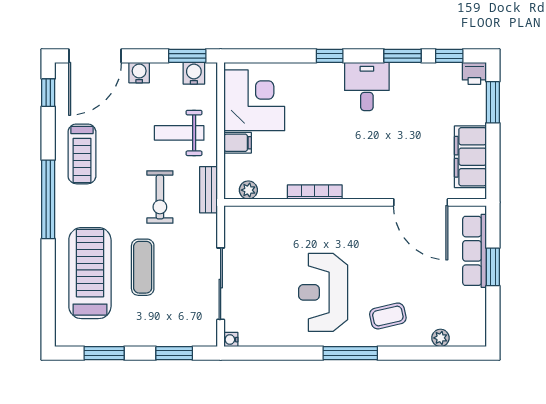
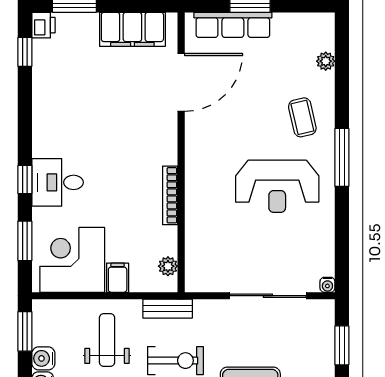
window: (402, 56) -> (25, 241), moved
water cooler: (194, 73) -> (43, 358), moved
desk: (367, 87) -> (58, 182), moved
weight bench: (179, 133) -> (107, 340), turned 180

